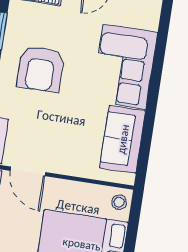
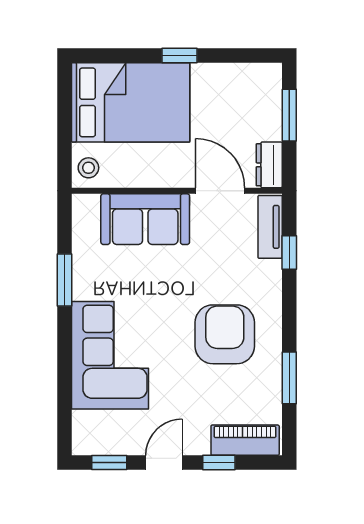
window: (149, 125) -> (64, 280), added
sofa: (123, 139) -> (145, 219), moved, turned 90

